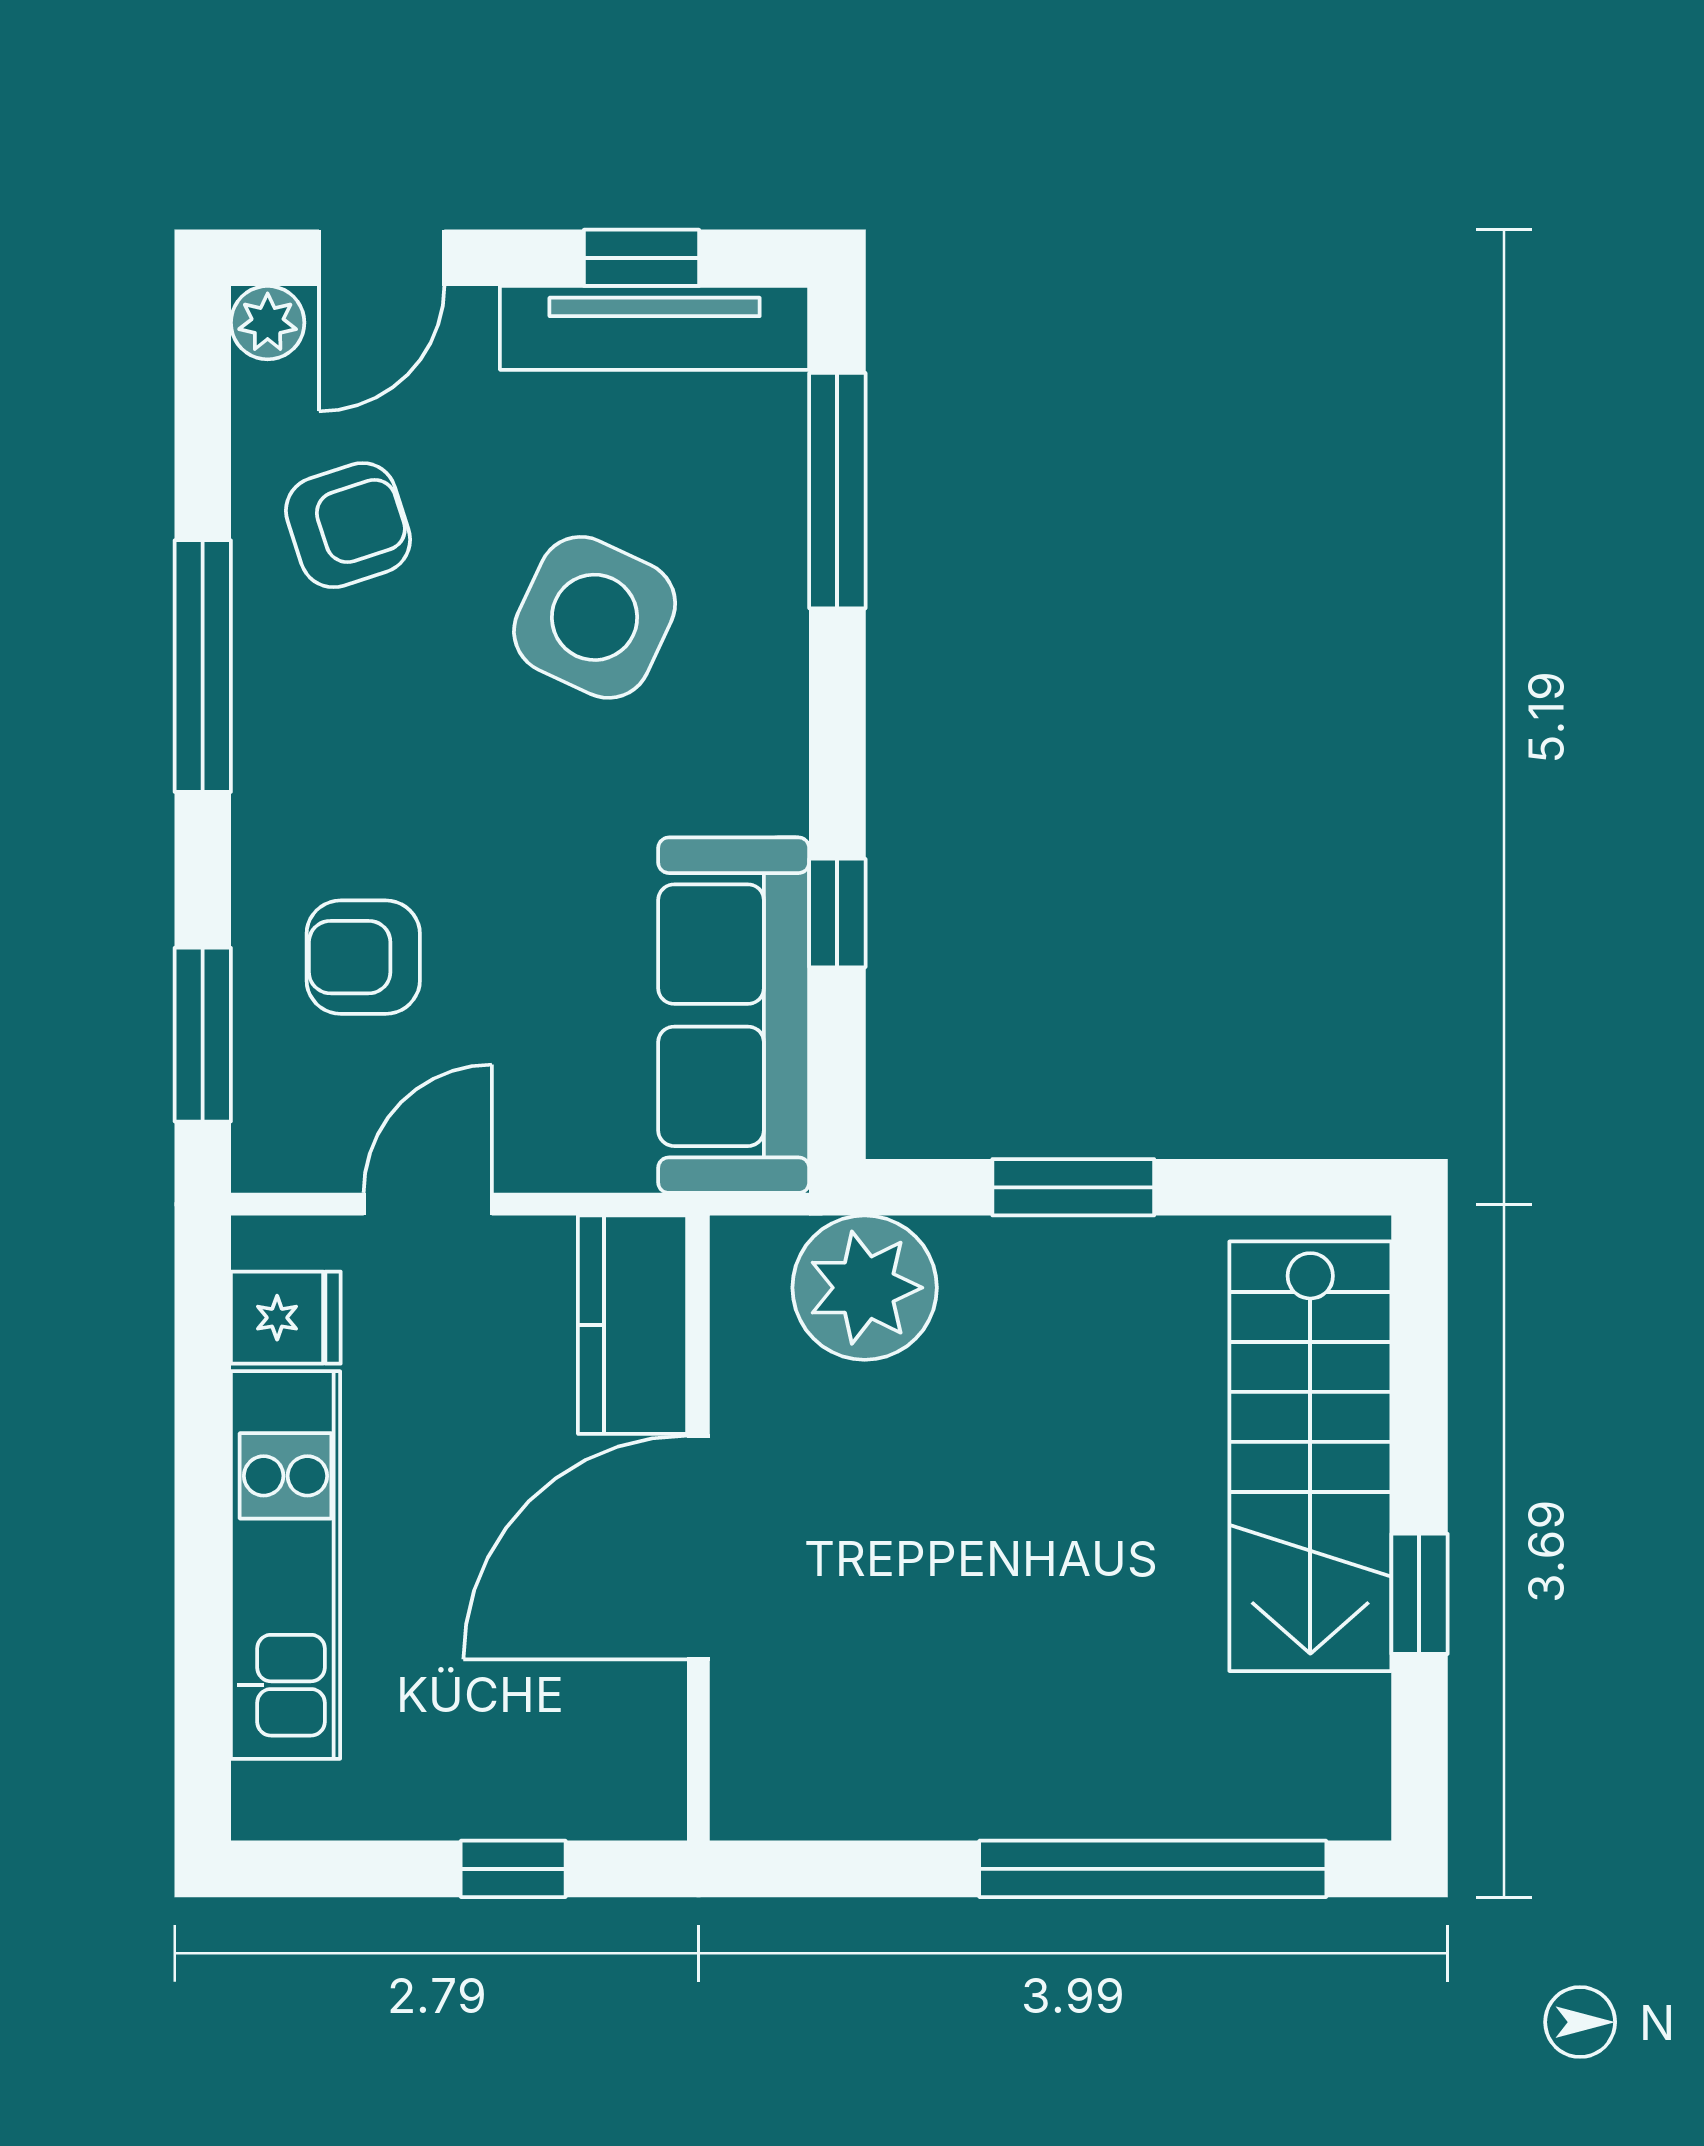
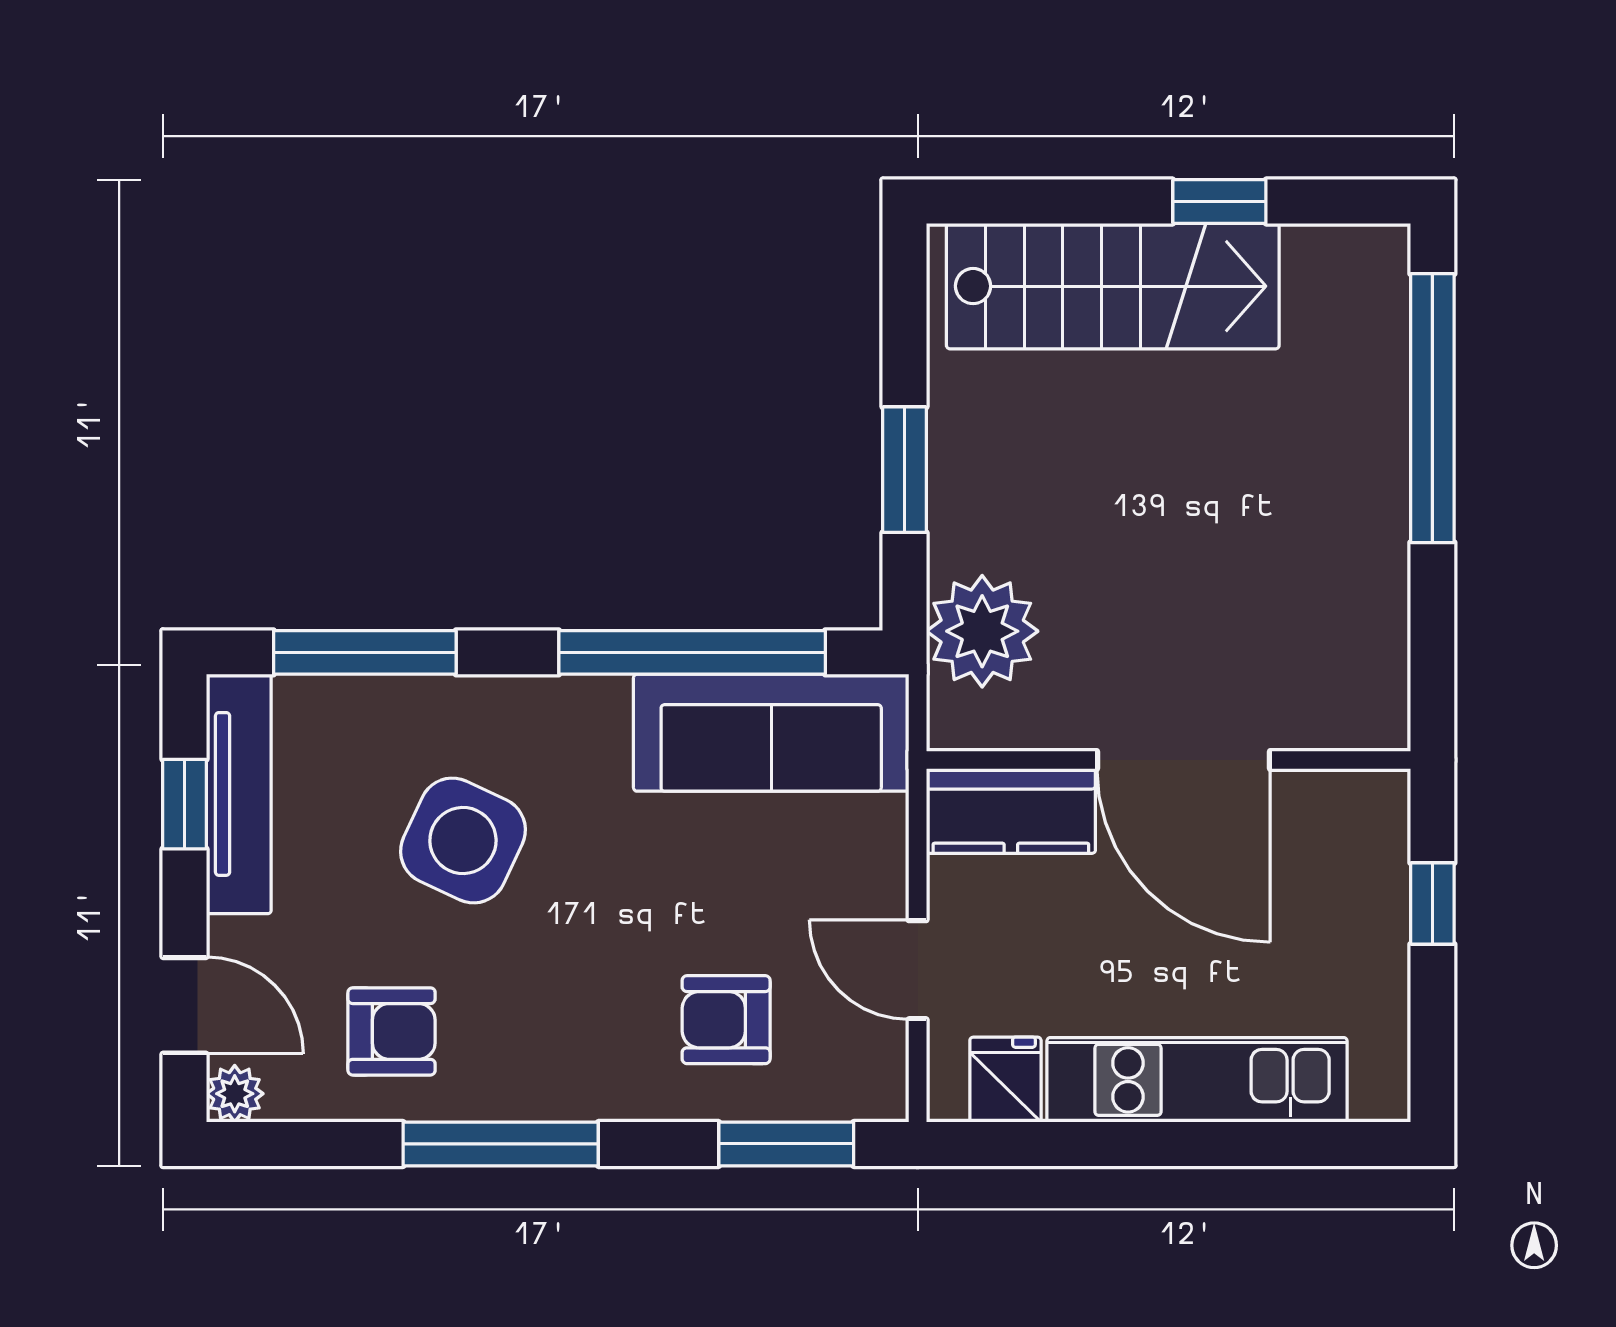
armchair: (348, 525) -> (392, 1031), turned 108
window: (837, 913) -> (692, 652), width x3.17
armchair: (363, 957) -> (726, 1020), turned 90

